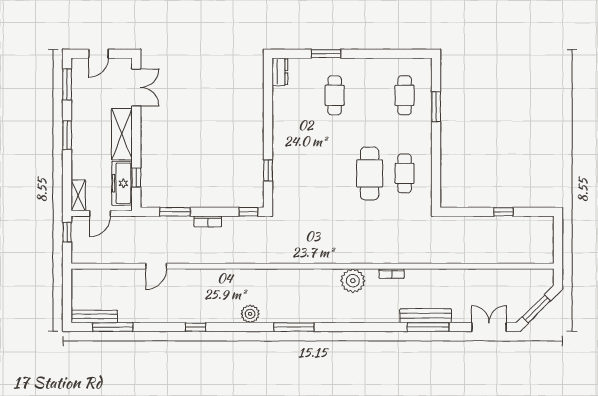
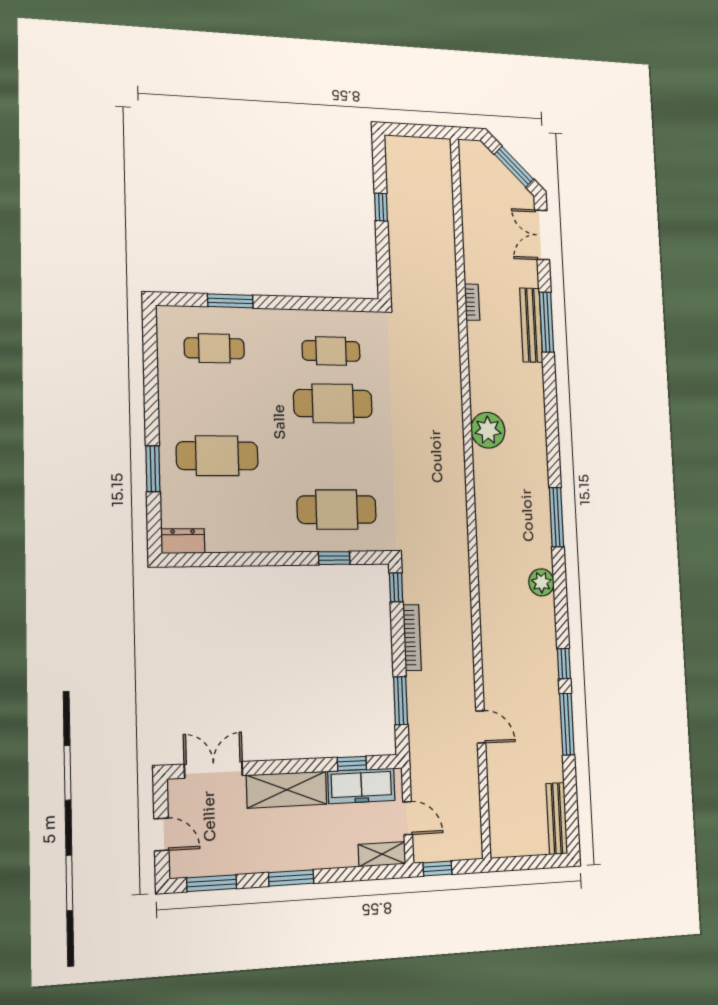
cafe table: (335, 95) -> (217, 456), width x1.37, depth x1.35
cafe table: (300, 173) -> (337, 510), added
bookcase: (208, 221) -> (412, 638), width x1.56
bookcase: (392, 274) -> (472, 302), moved
window: (113, 327) -> (567, 724), moved

